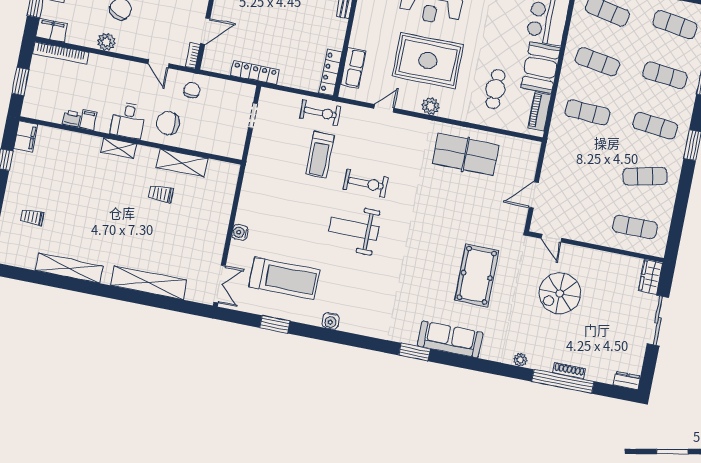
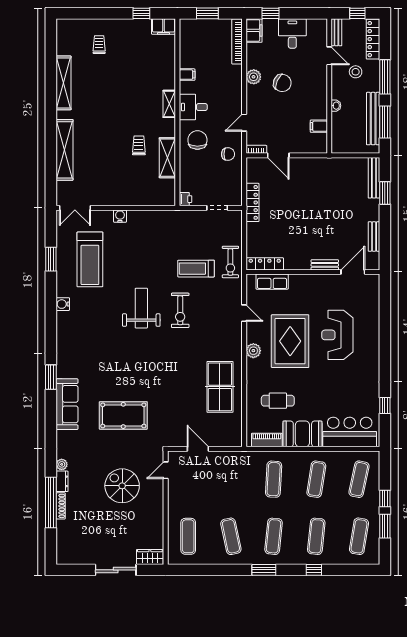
printer: (72, 119) -> (185, 199), moved
dresser: (627, 380) -> (62, 481), moved

